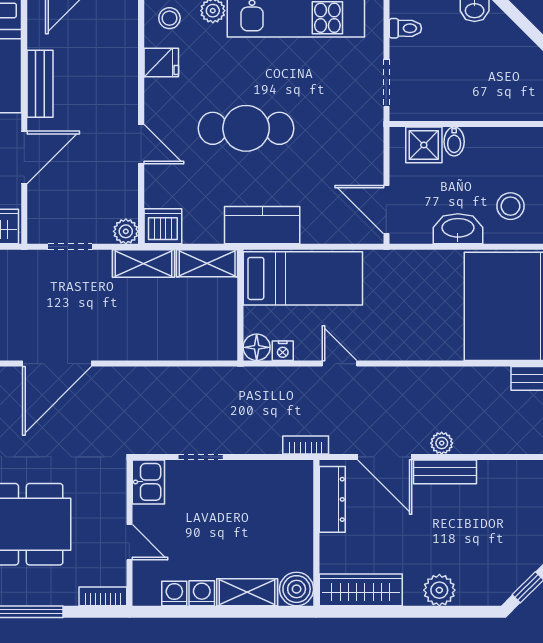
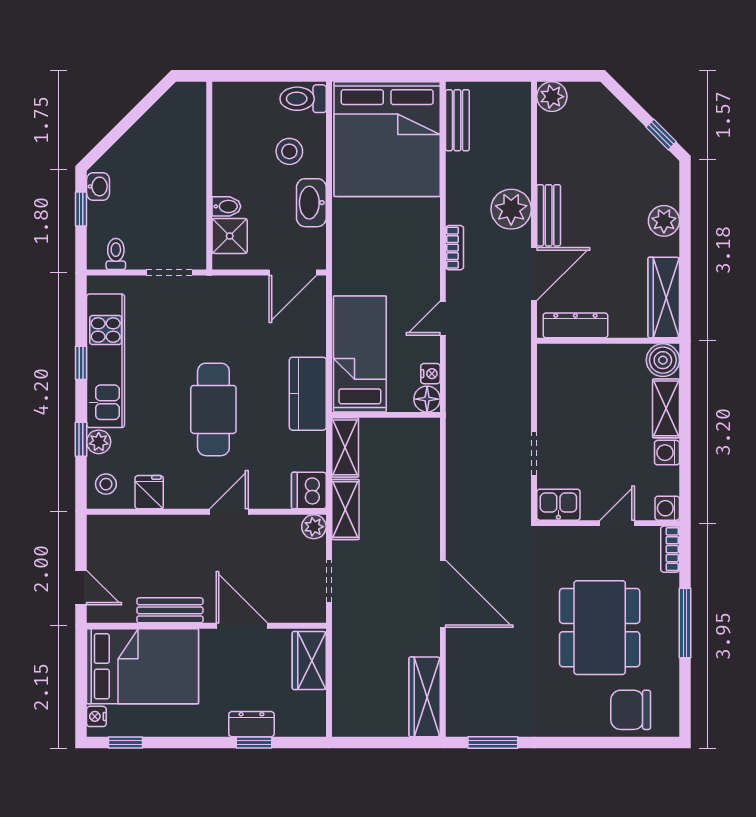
plant: (442, 443) -> (511, 209), width x1.87, depth x1.87
bookcase: (306, 445) -> (455, 248), moved, turned 180
washing machine: (174, 593) -> (667, 508), moved

